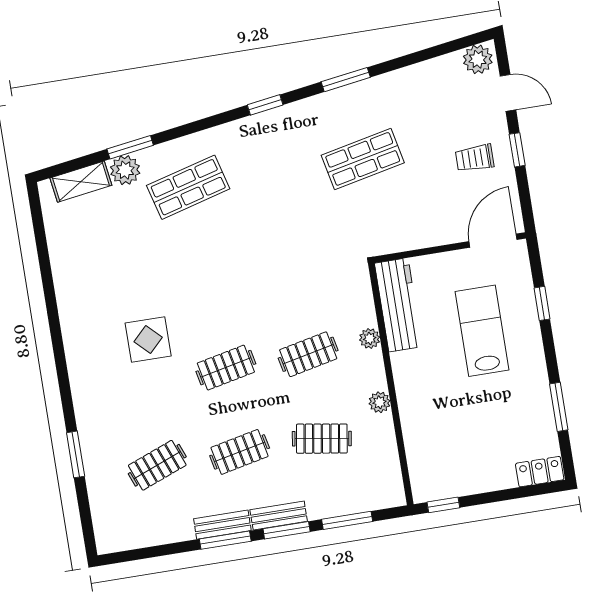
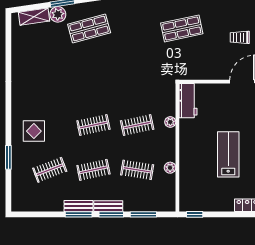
workbench: (398, 305) -> (188, 101), width x0.73
lab bench: (482, 331) -> (228, 154), moved
display table: (148, 340) -> (34, 131), moved
plant: (380, 402) -> (170, 168), moved

